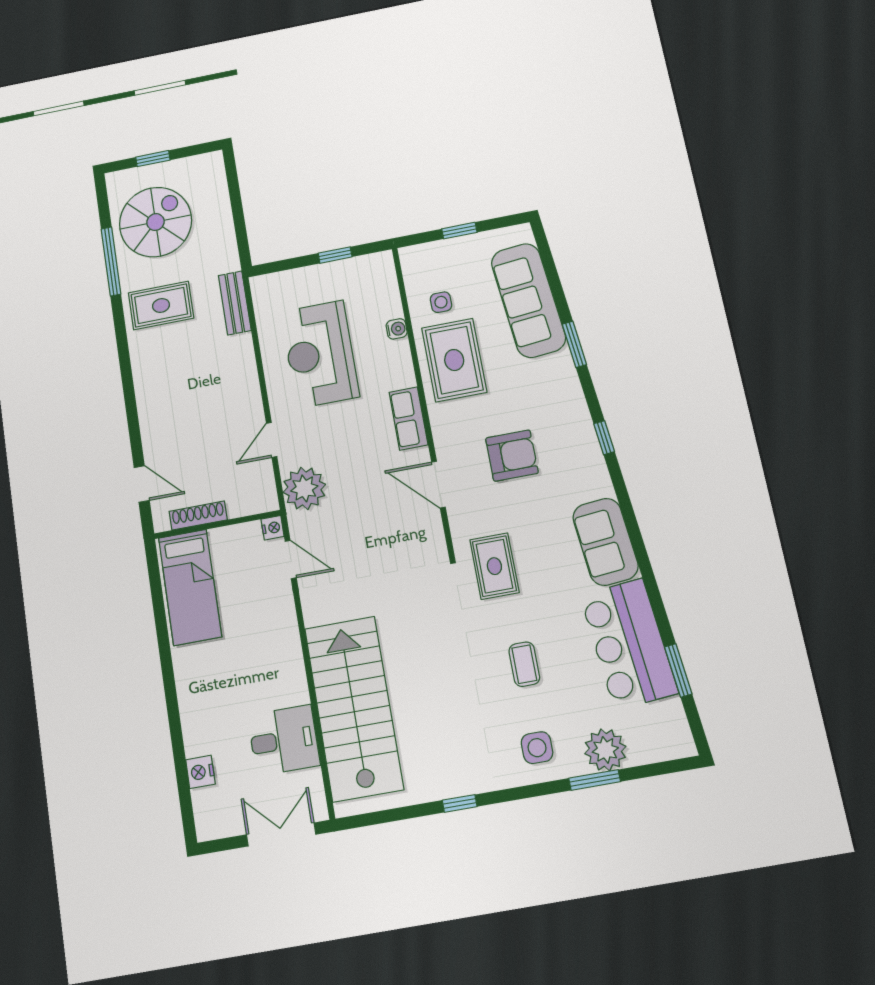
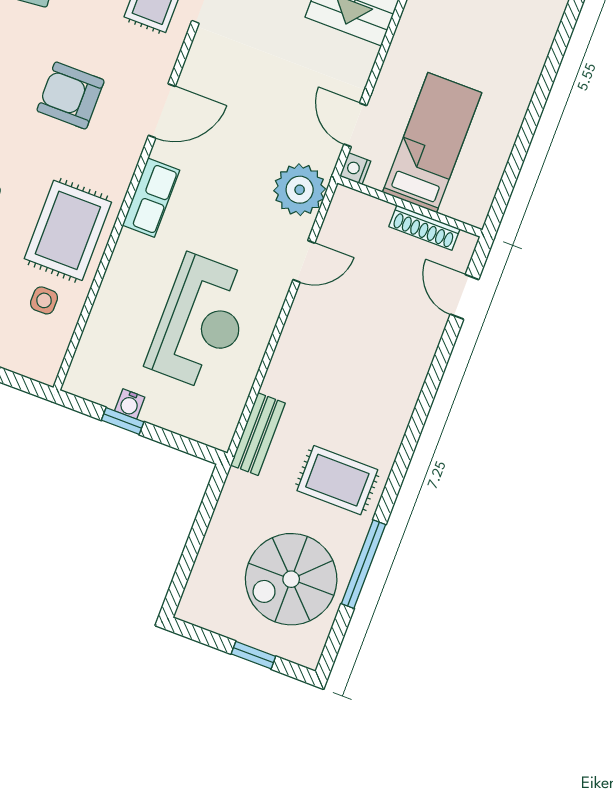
water cooler: (397, 329) -> (130, 404), moved, turned -90
door: (438, 485) -> (162, 111), hinge flipped
bed: (190, 587) -> (432, 143), moved

